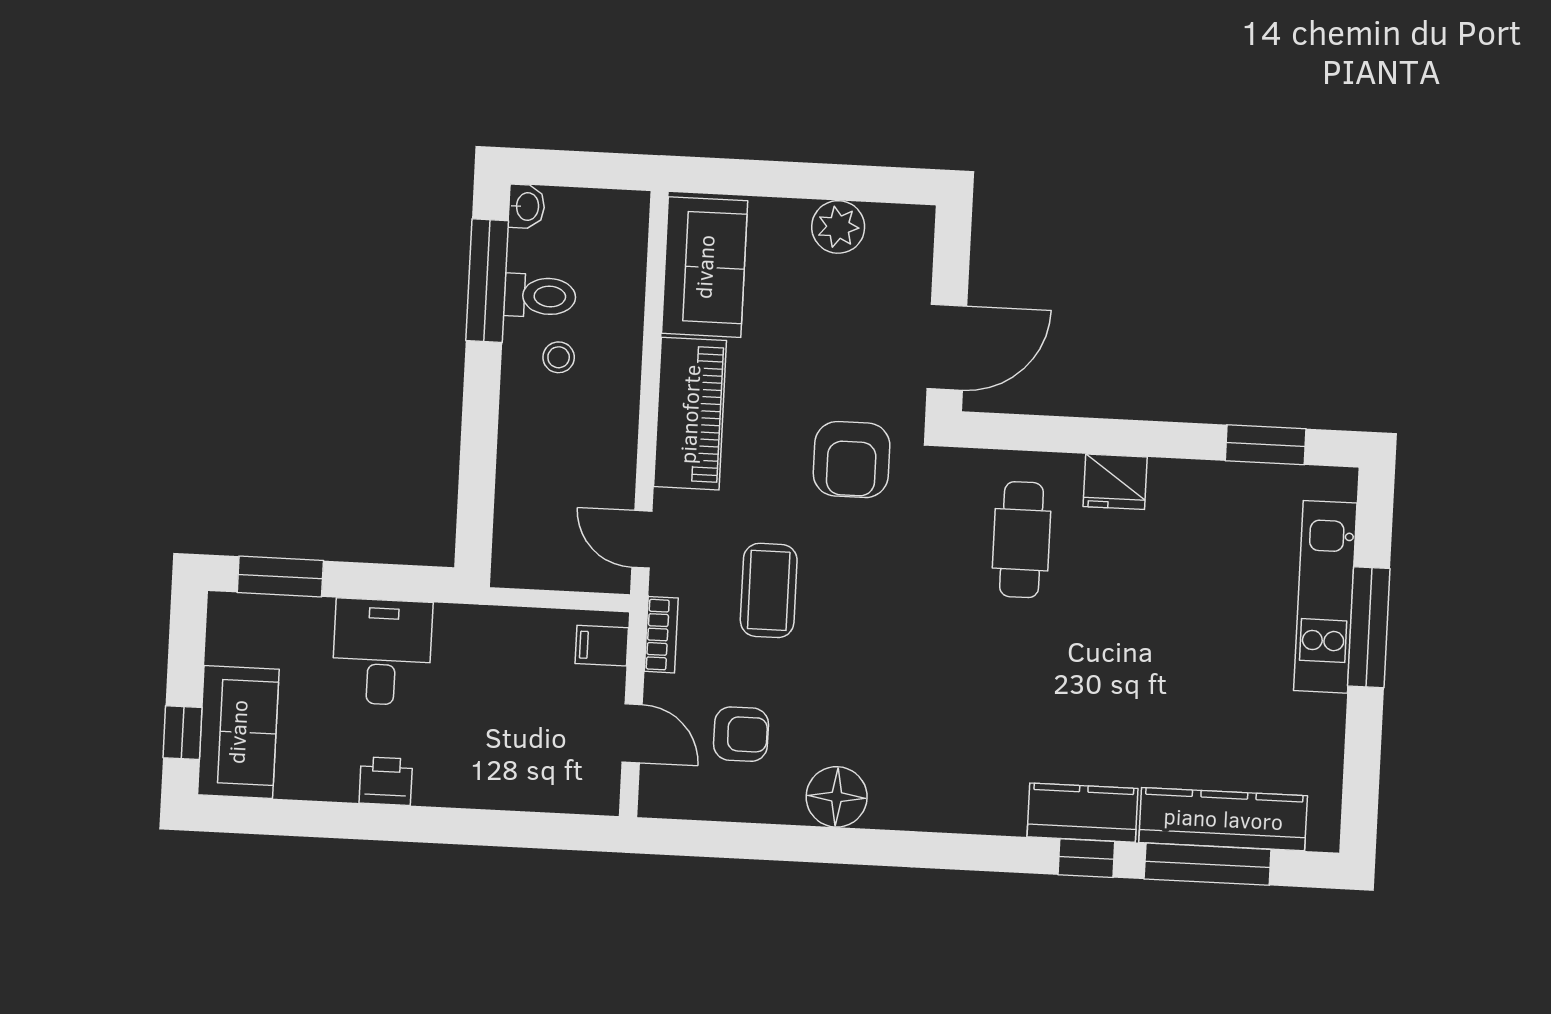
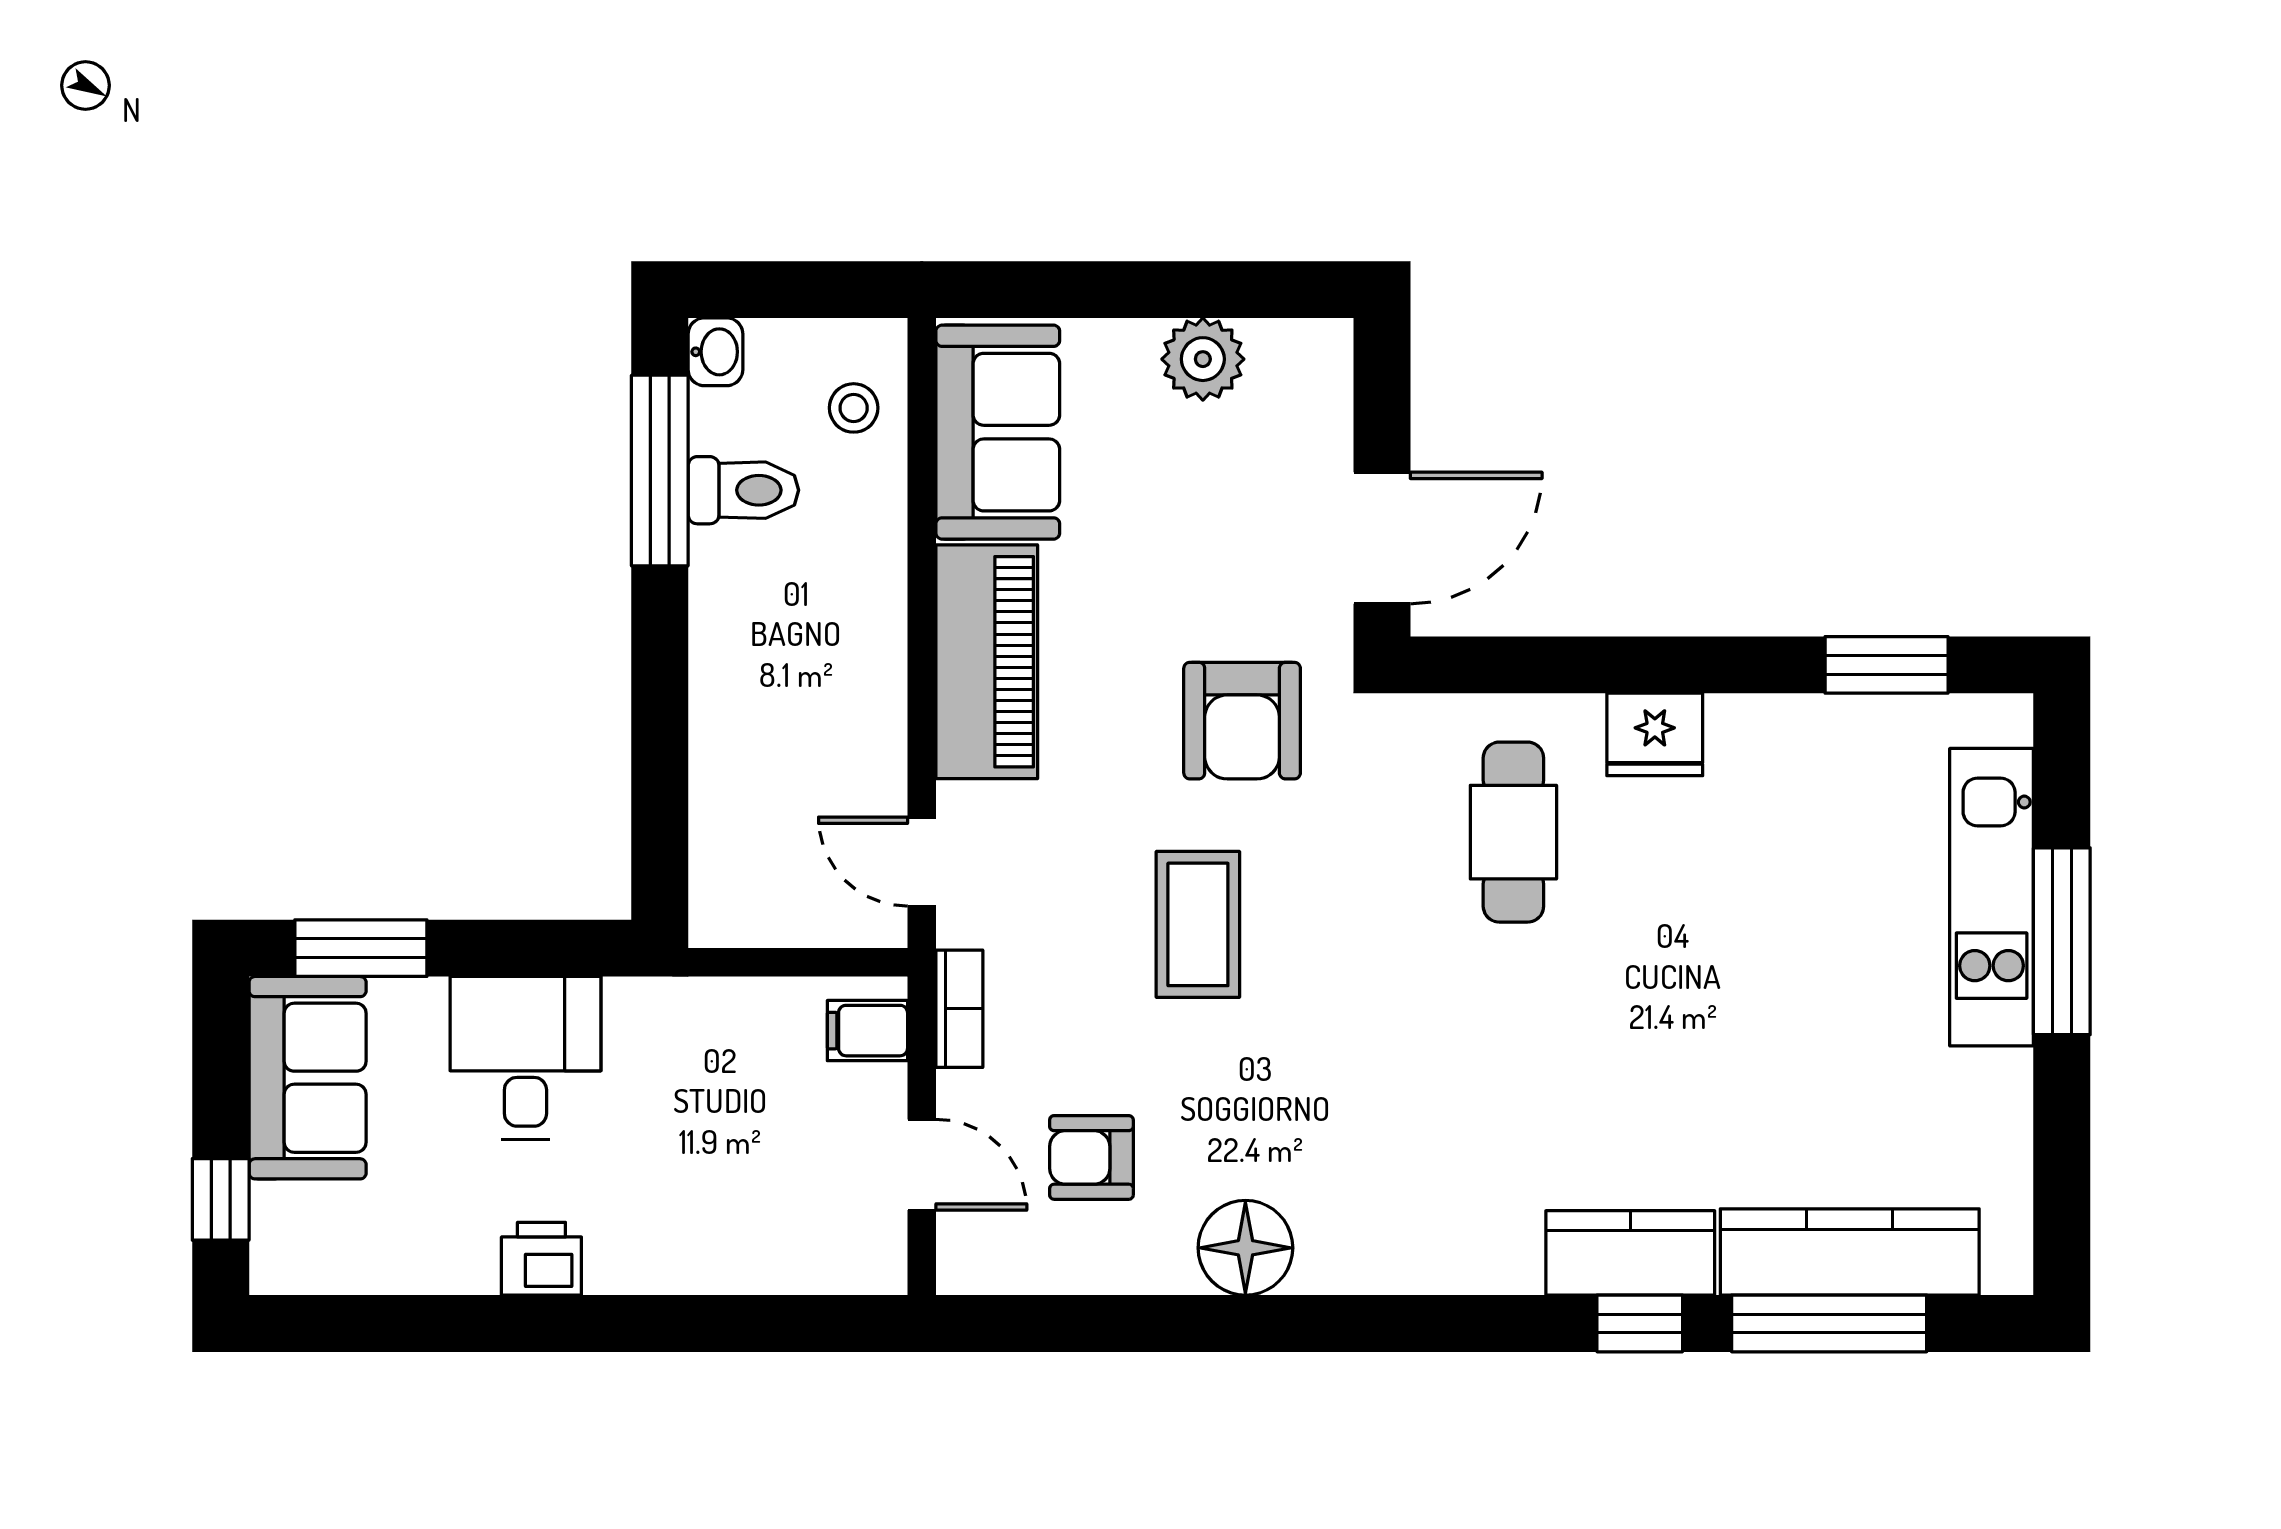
stool: (559, 357) -> (854, 408), moved
coffee table: (769, 590) -> (1198, 924), moved
sofa: (238, 732) -> (308, 1078), moved
armchair: (741, 734) -> (1091, 1157), turned 180

